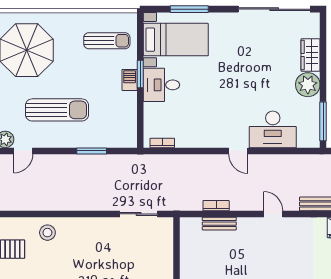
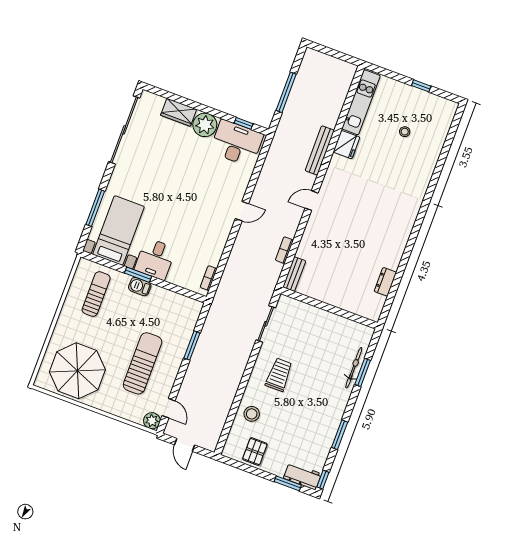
window: (323, 121) -> (244, 123), width x0.46
desk: (273, 129) -> (236, 143), moved, turned -90
bench: (219, 224) -> (294, 274), moved
trolley: (95, 245) -> (279, 375), added

